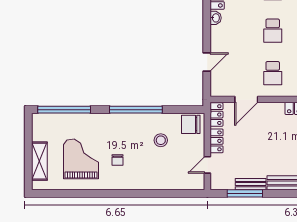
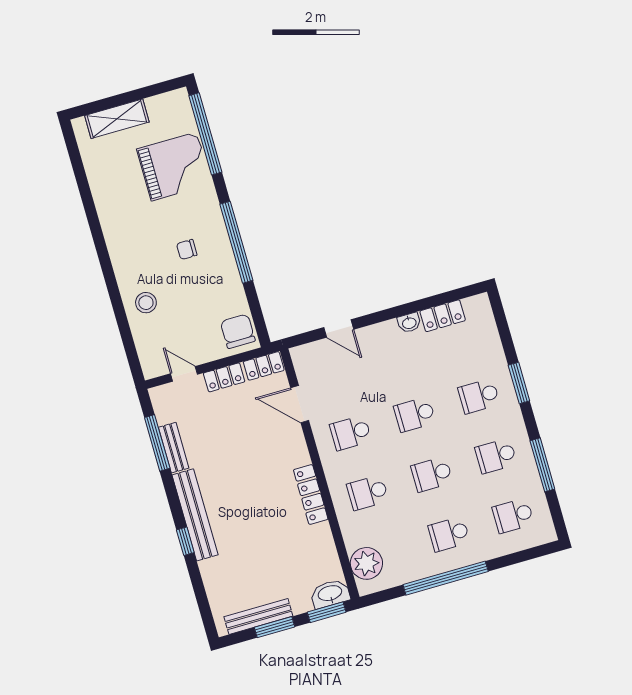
stool: (161, 140) -> (146, 303), moved
grand piano: (81, 159) -> (174, 166), moved
chair: (118, 160) -> (187, 249), moved

